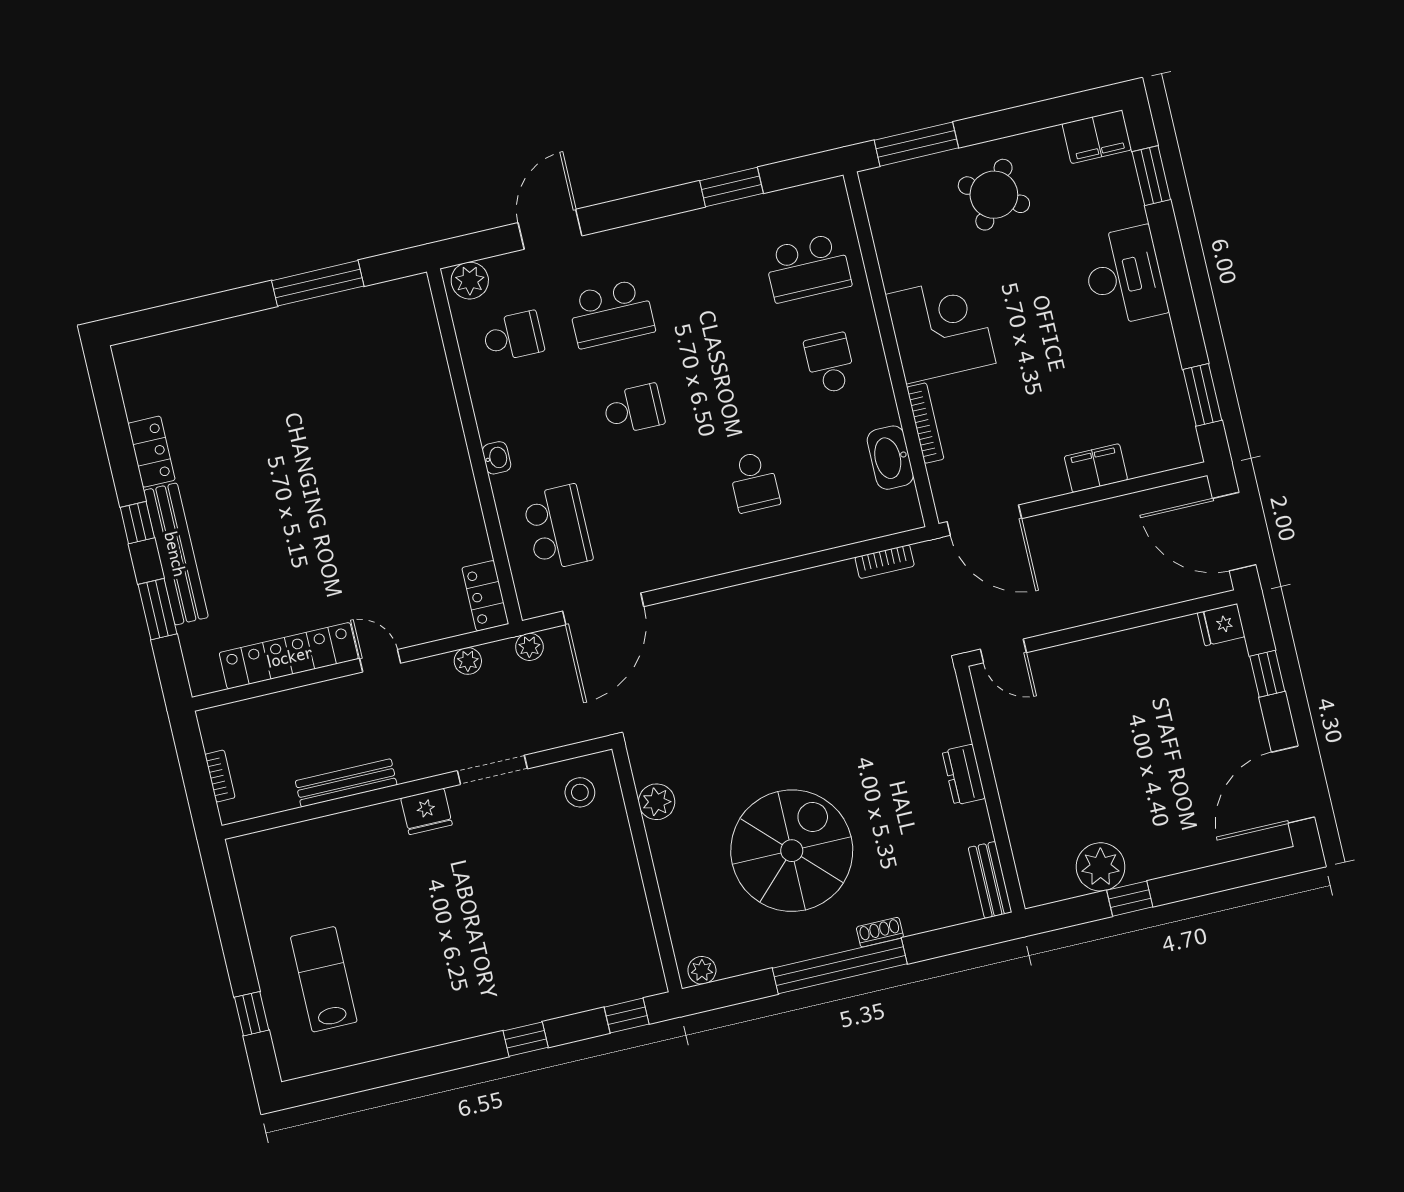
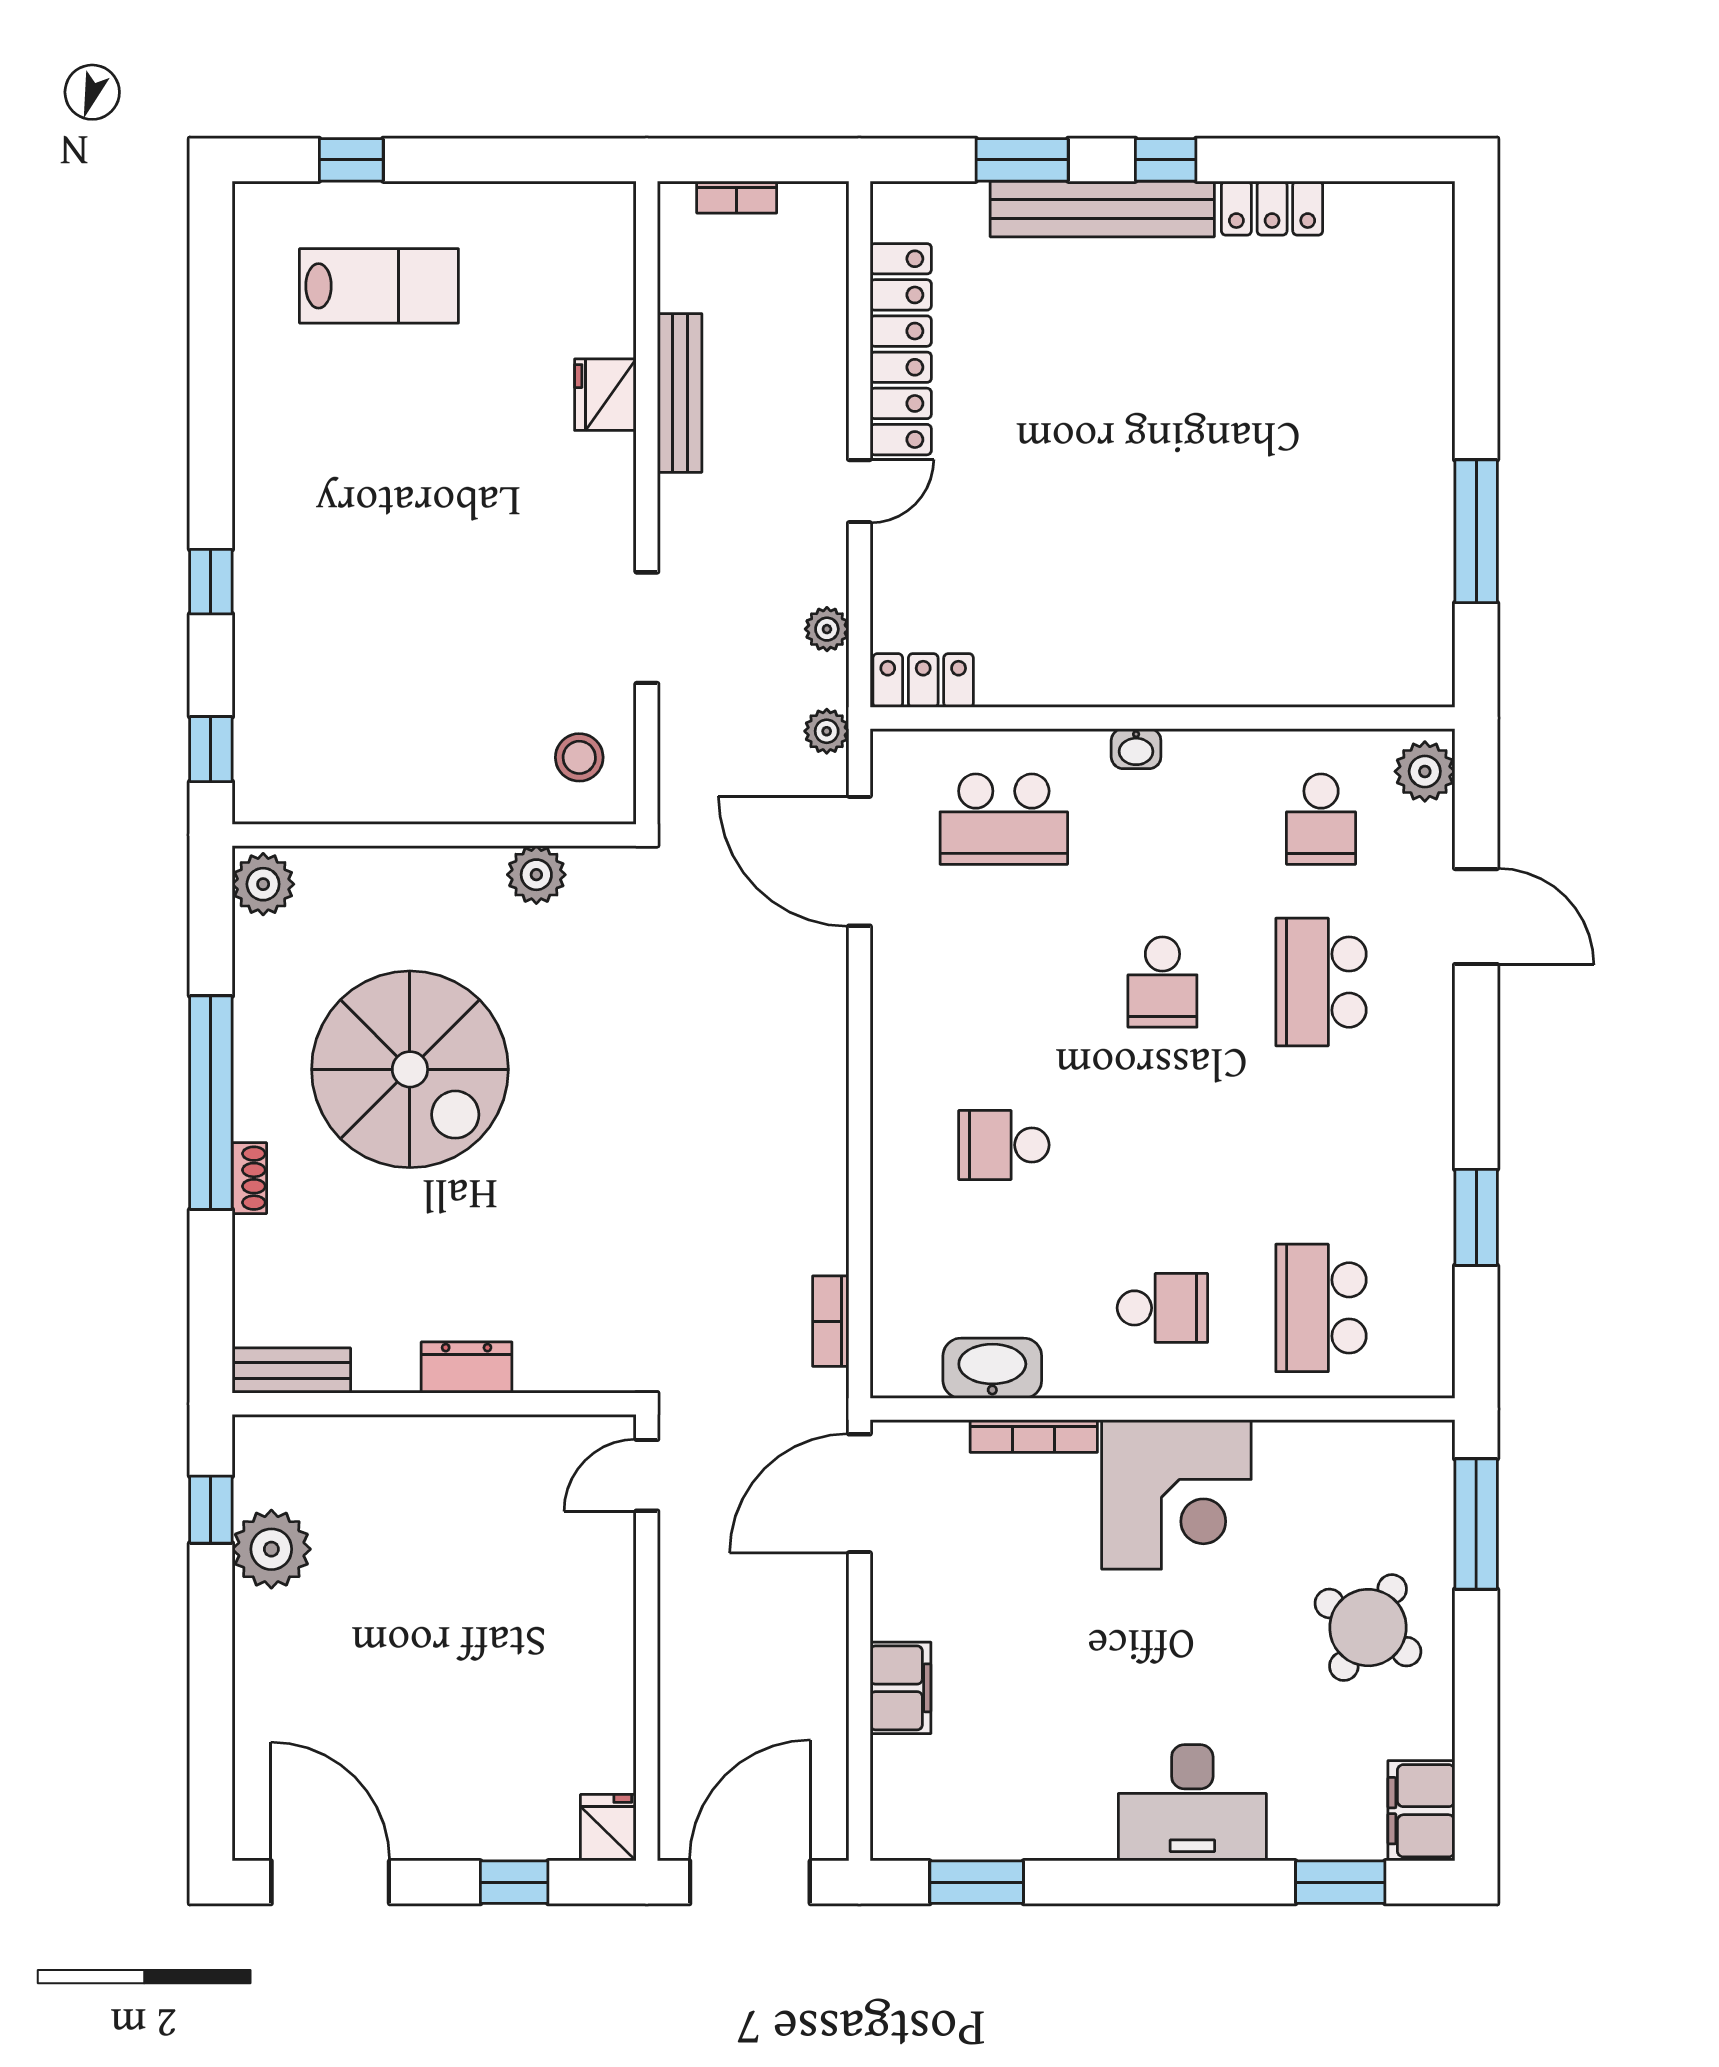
fridge: (427, 811) -> (605, 395), moved
window: (1130, 899) -> (211, 1510), moved
plant: (702, 970) -> (263, 884), width x1.38, depth x1.38

